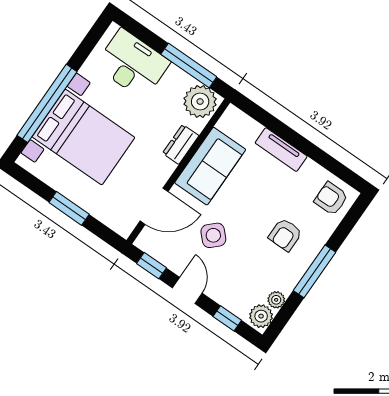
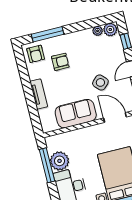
plant: (200, 102) -> (60, 161), moved
dresser: (181, 144) -> (80, 134), removed
armchair: (285, 235) -> (60, 62), moved
window: (315, 271) -> (48, 34), moved

